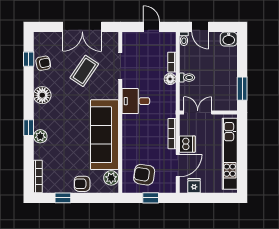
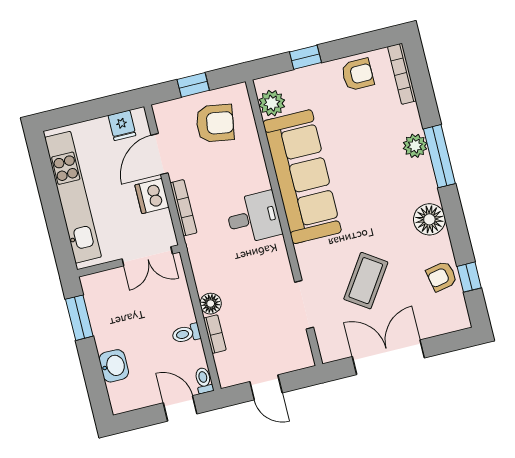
washbasin: (229, 39) -> (114, 366), moved, turned 90
toilet: (187, 78) -> (186, 334), moved
desk: (136, 101) -> (254, 218), moved
window: (29, 128) -> (439, 156), width x2.17
armchair: (82, 184) -> (358, 74), moved
window: (63, 198) -> (305, 57), moved

